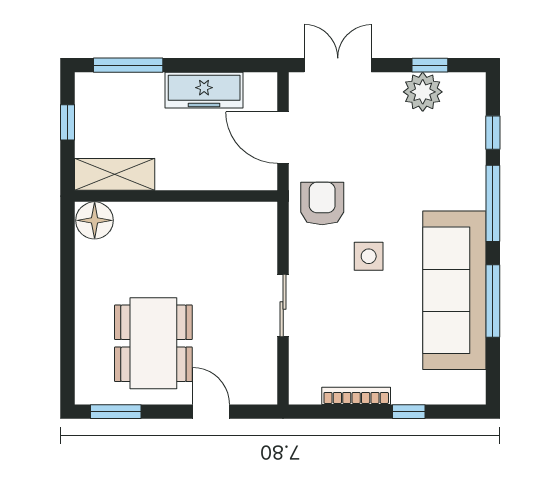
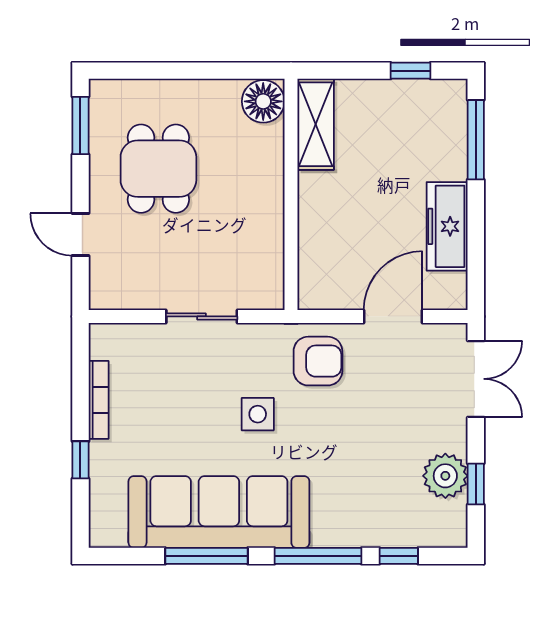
shelving: (115, 174) -> (316, 124), moved
wall: (176, 196) -> (291, 194), moved
floor lamp: (95, 220) -> (263, 101), moved
dining table: (153, 343) -> (158, 169), width x0.73
door: (211, 412) -> (80, 235), swing flipped

